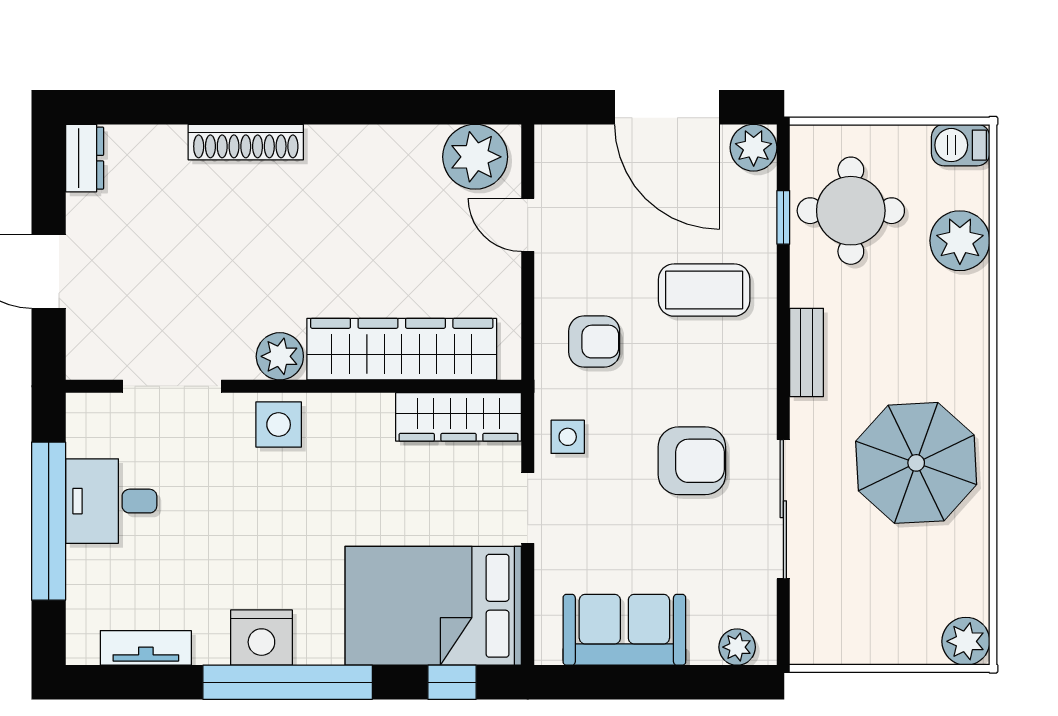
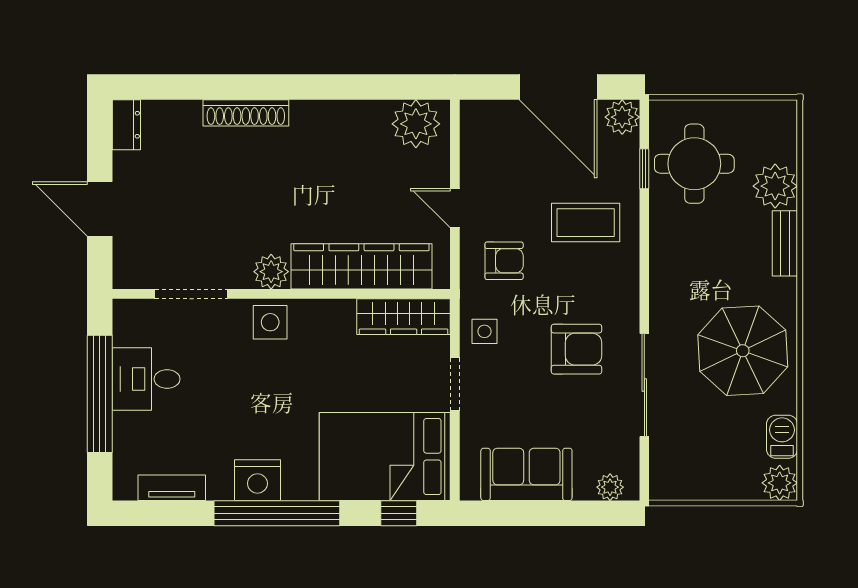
barbecue: (961, 145) -> (782, 437), moved, turned 90
door: (528, 225) -> (455, 208), moved
bench: (807, 352) -> (785, 243), moved

